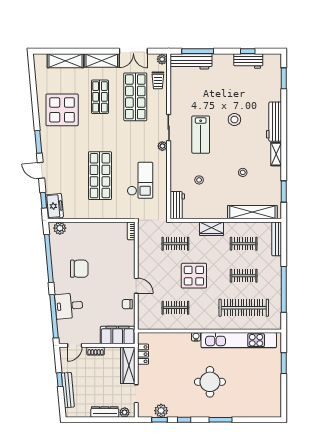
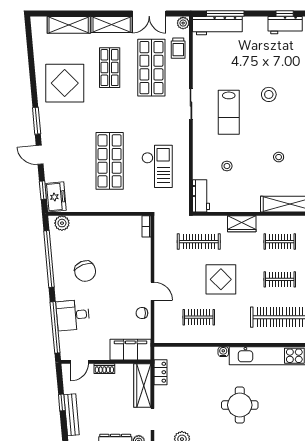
plant: (162, 146) -> (184, 126), removed
clothes rail: (175, 244) -> (199, 242), width x1.36
chair: (79, 269) -> (85, 271), turned 69

